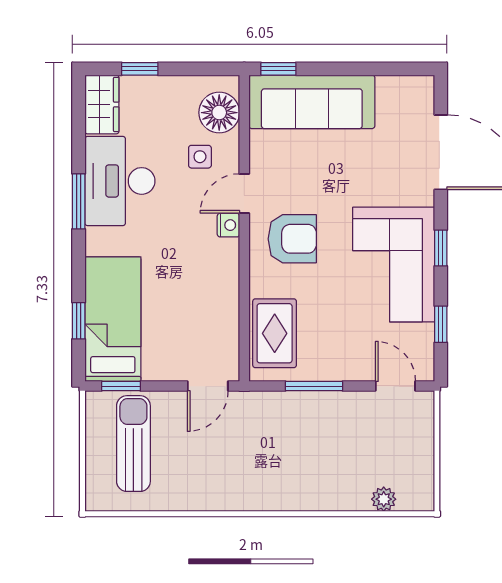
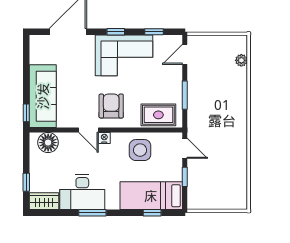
side table: (200, 157) -> (140, 150), moved, width x1.87, depth x1.87
window: (121, 386) -> (185, 177), moved
sun lounger: (133, 444) -> (214, 185), removed

